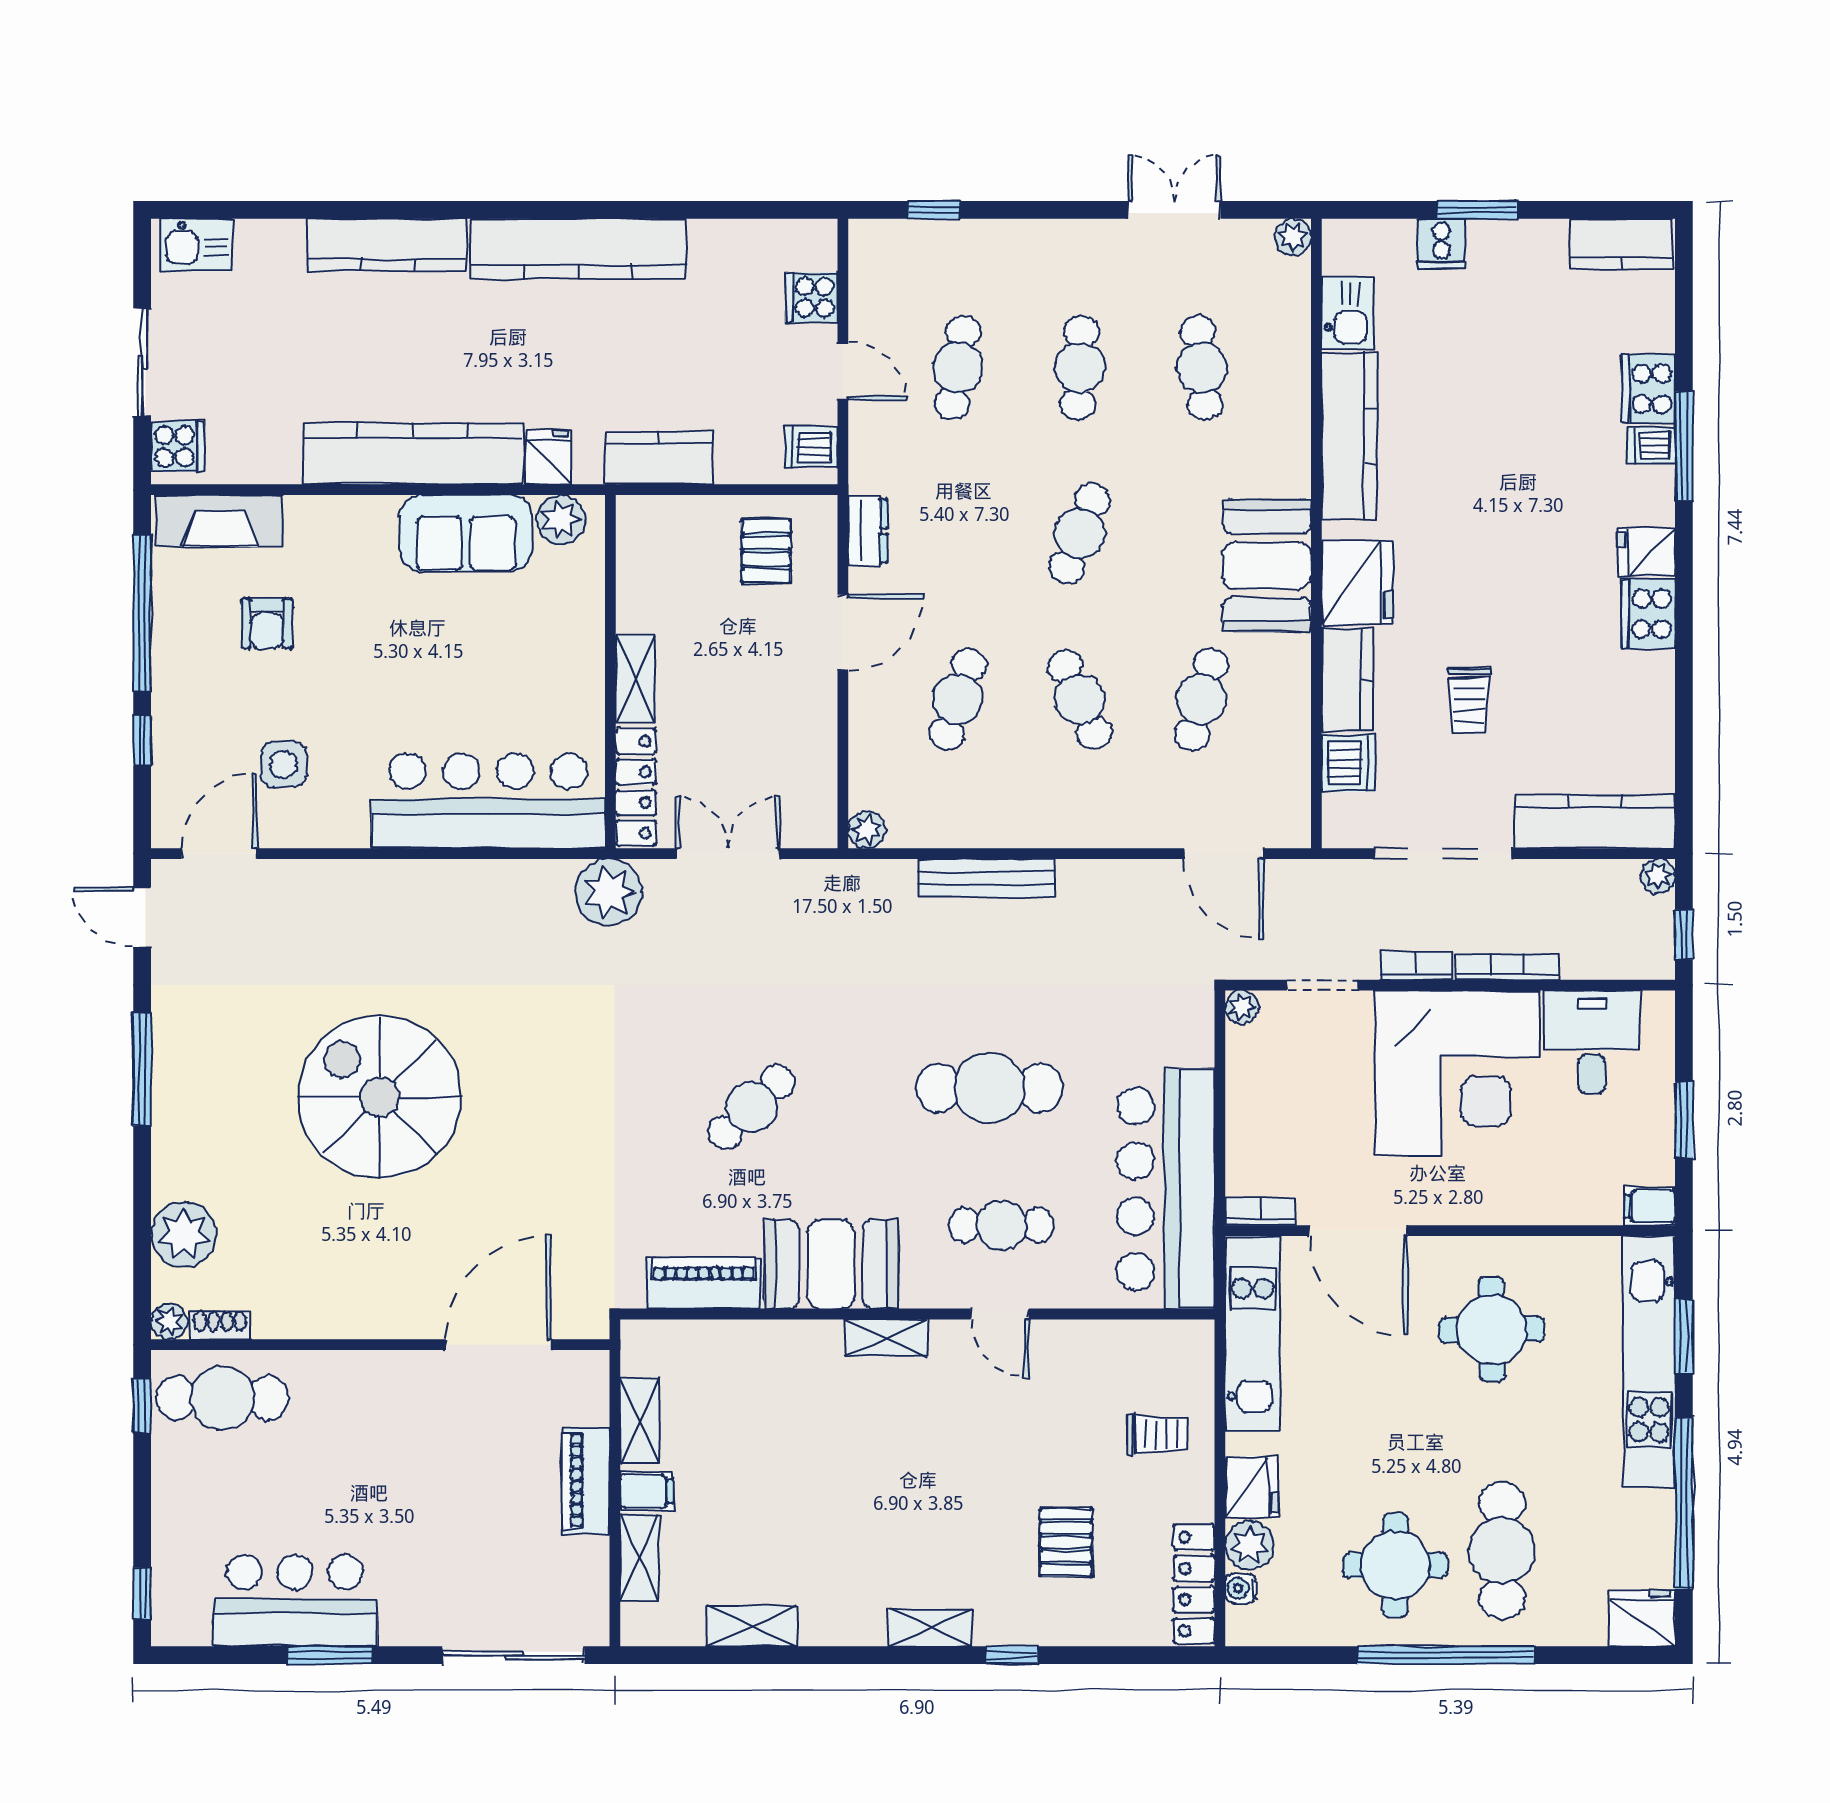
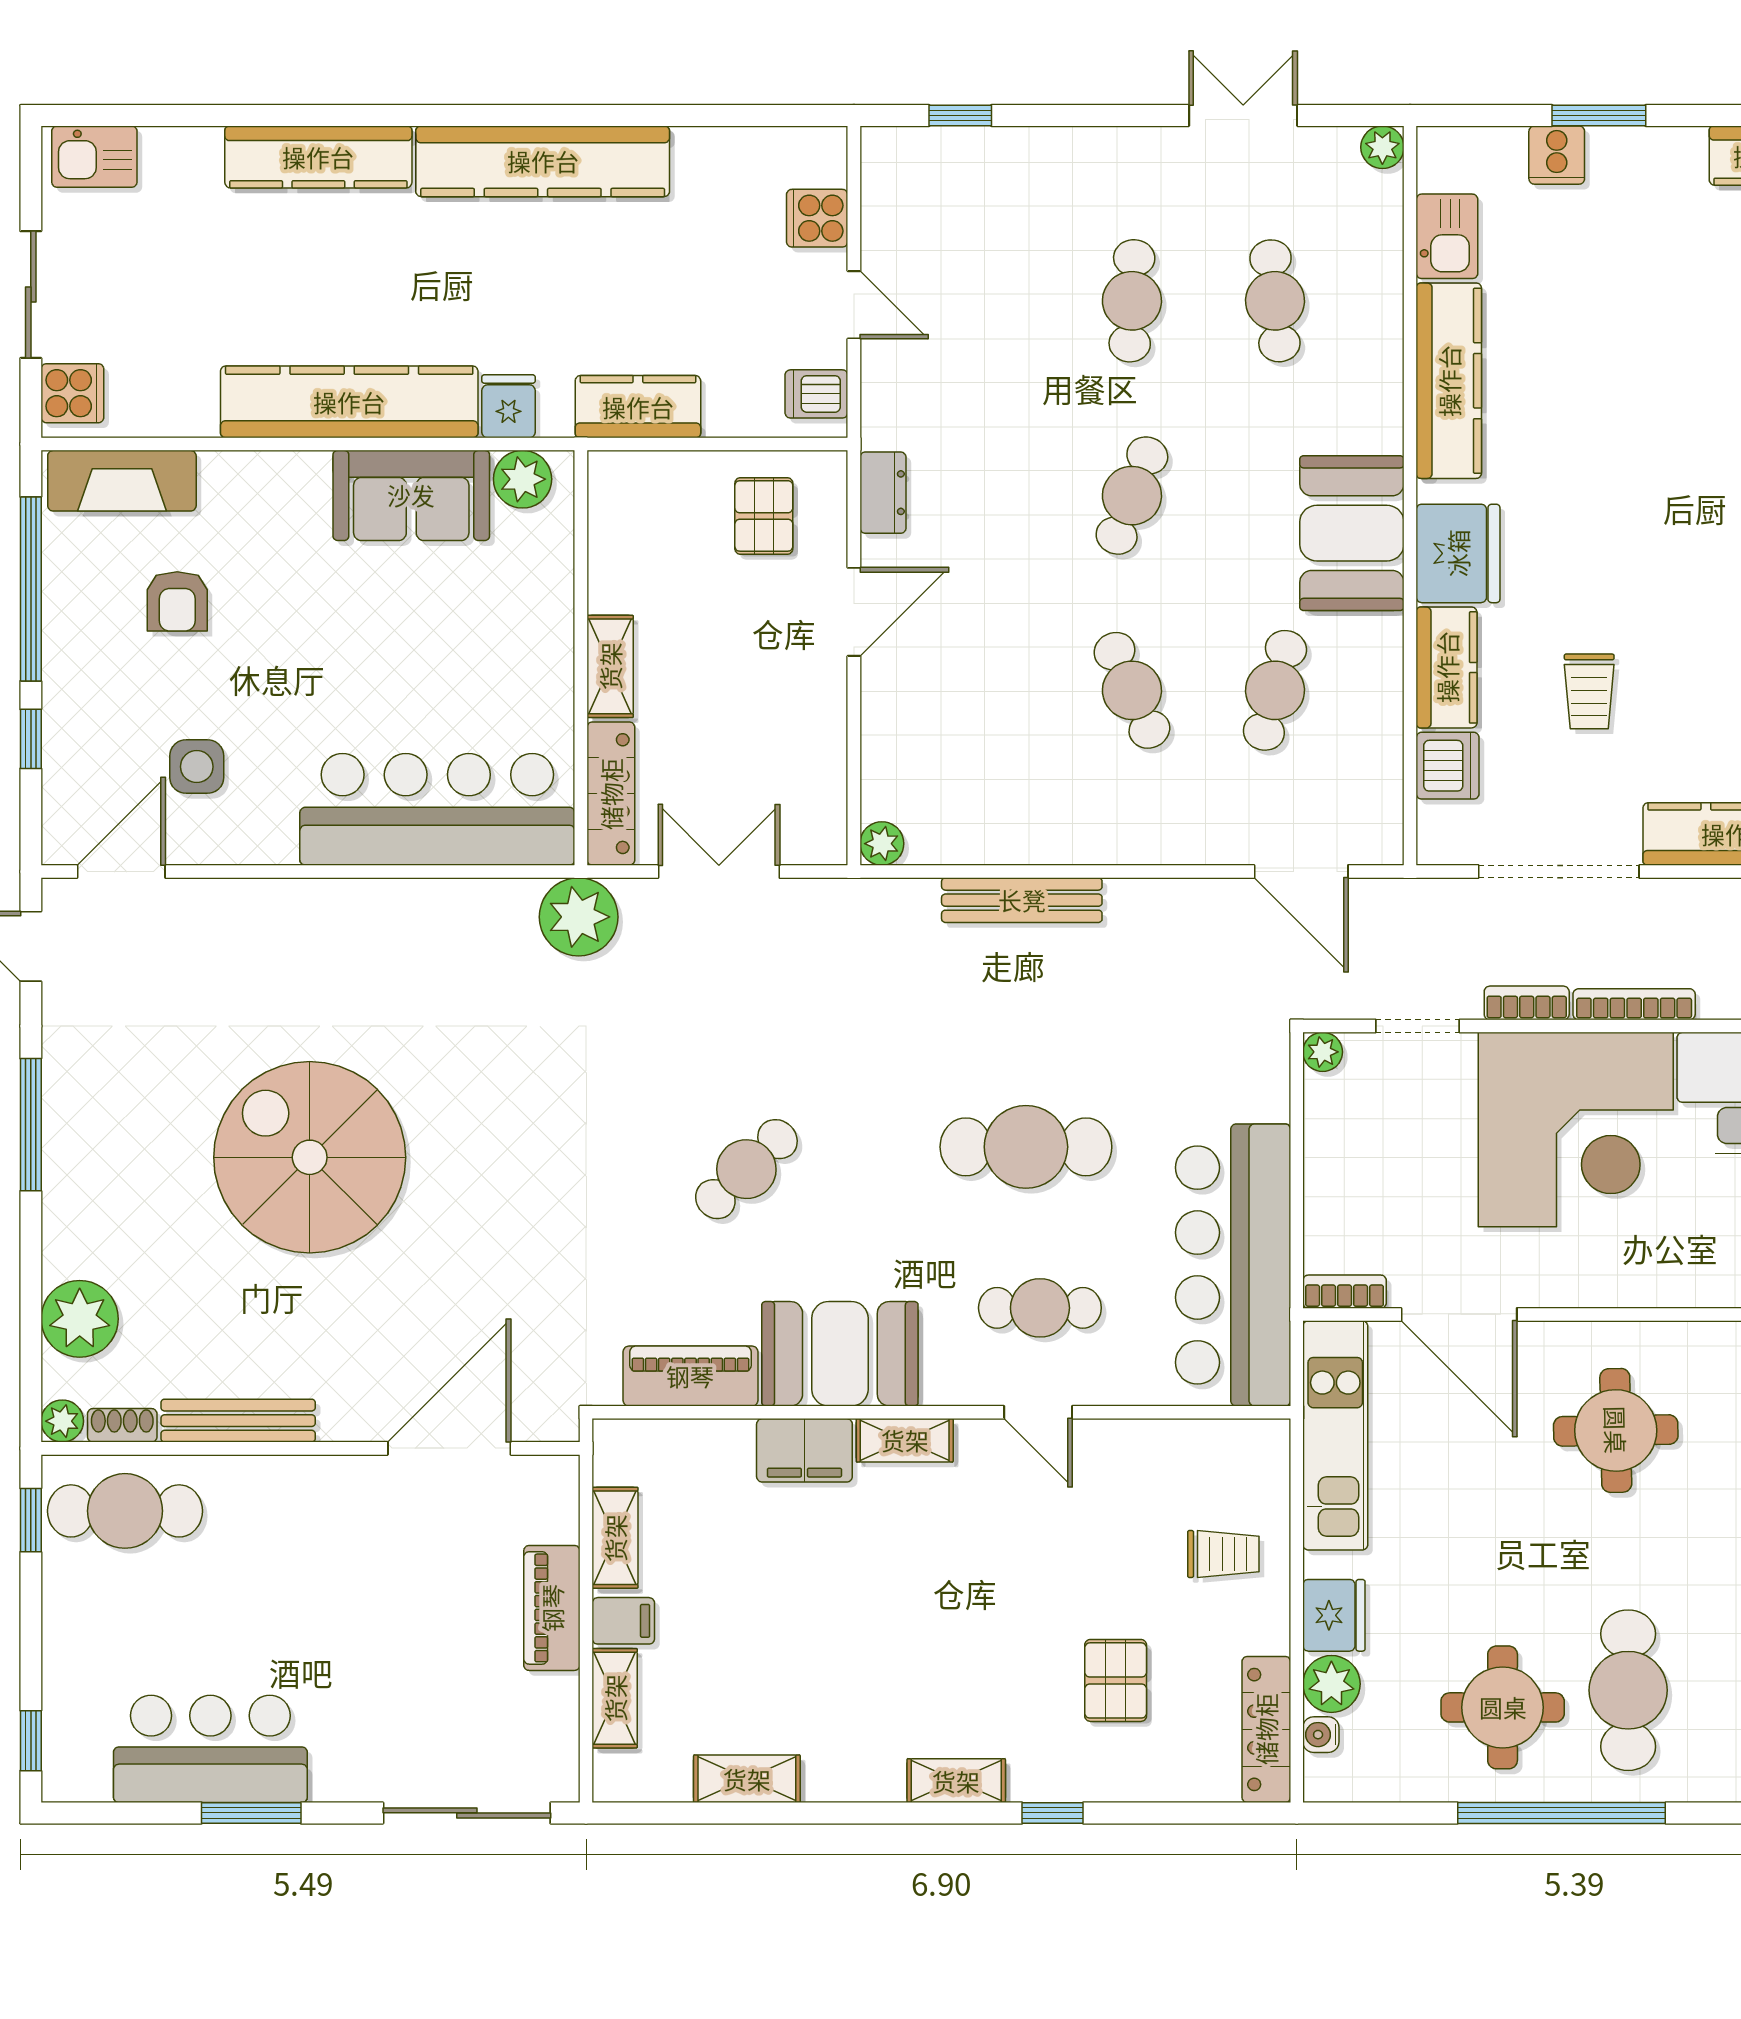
cafe table: (958, 368) -> (989, 301), removed
cafe table: (958, 699) -> (989, 690), removed
bench: (319, 1321) -> (238, 1421), added
filing cabinet: (801, 1346) -> (804, 1450), added

